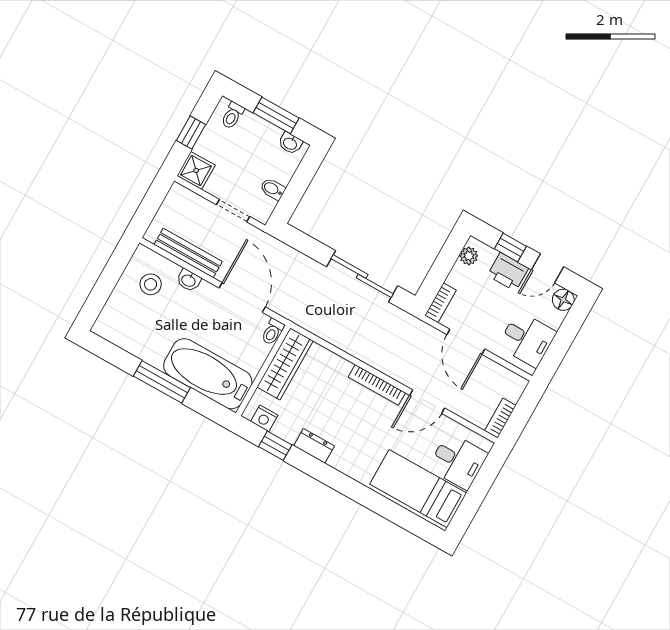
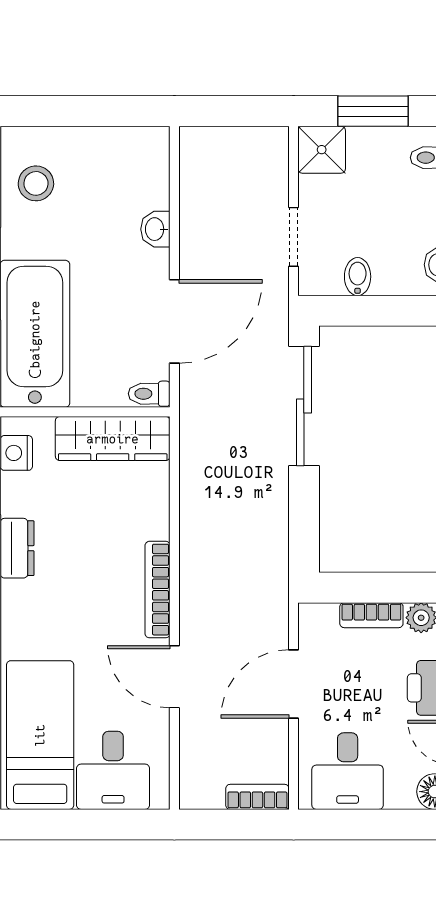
window: (191, 132) -> (373, 111), width x1.50
bench: (188, 253) -> (195, 206), removed
sliding door: (362, 276) -> (304, 406), moved
stool: (151, 284) -> (36, 183), moved
bookcase: (441, 303) -> (371, 615), moved
bookcase: (500, 418) -> (257, 797), moved

